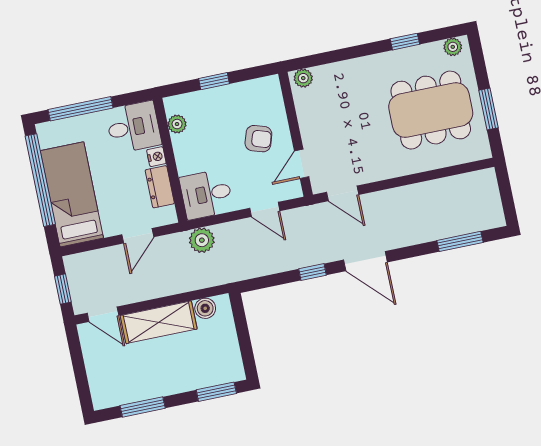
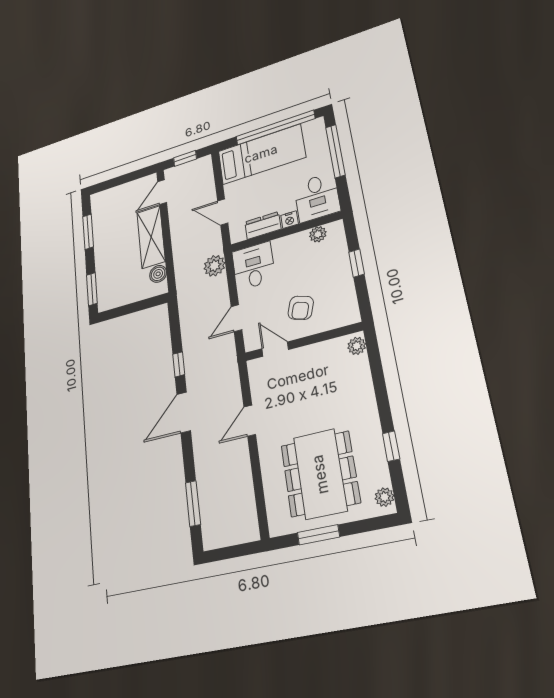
door: (343, 193) -> (250, 421), moved

